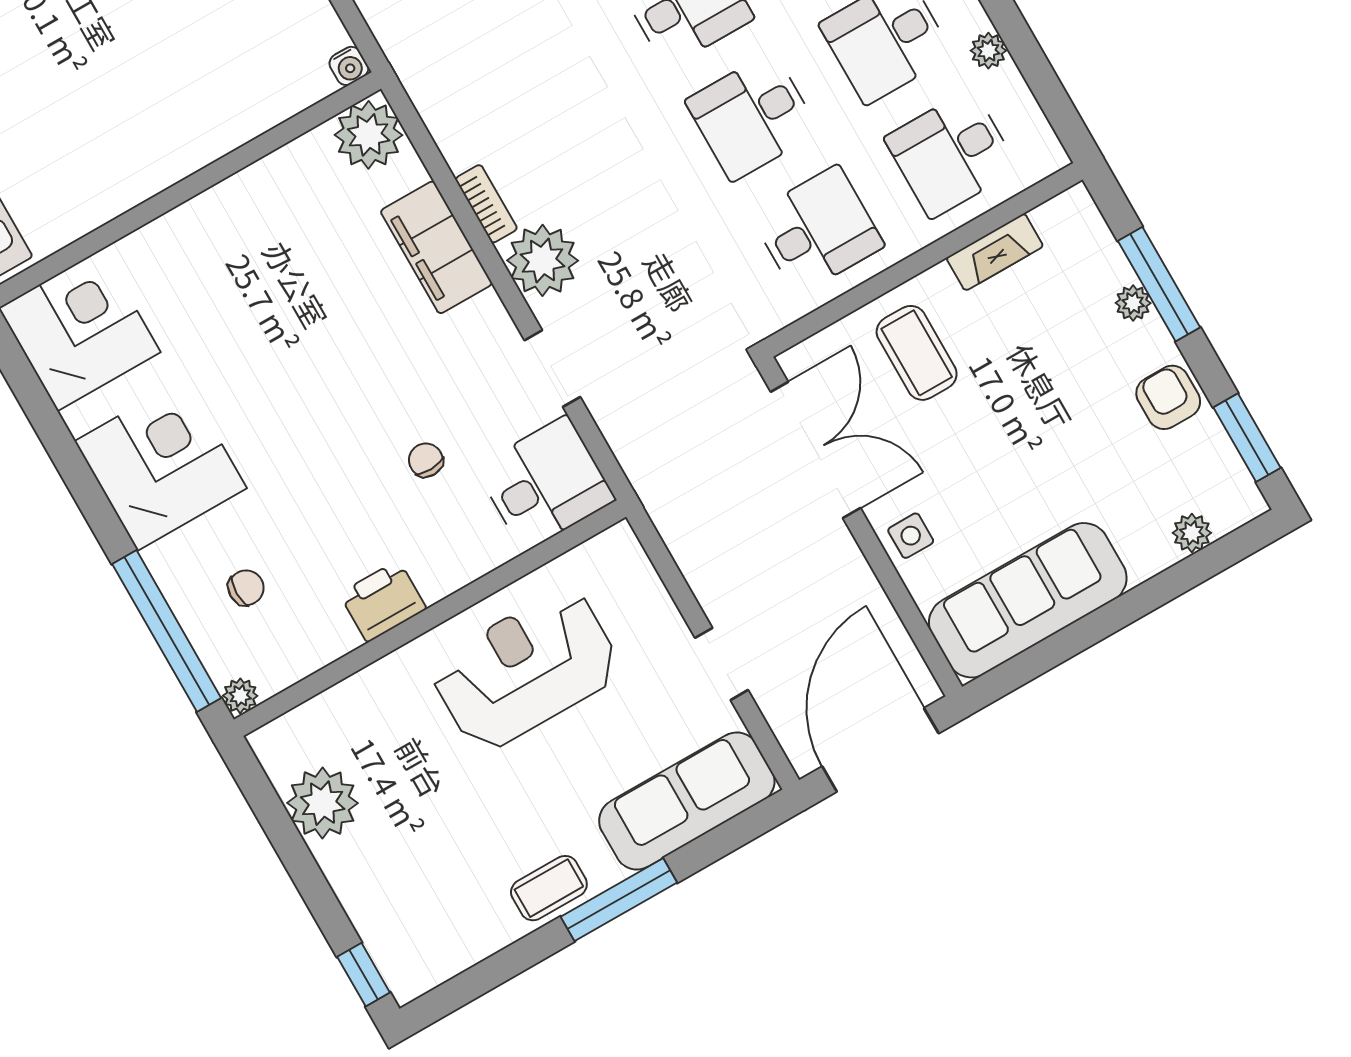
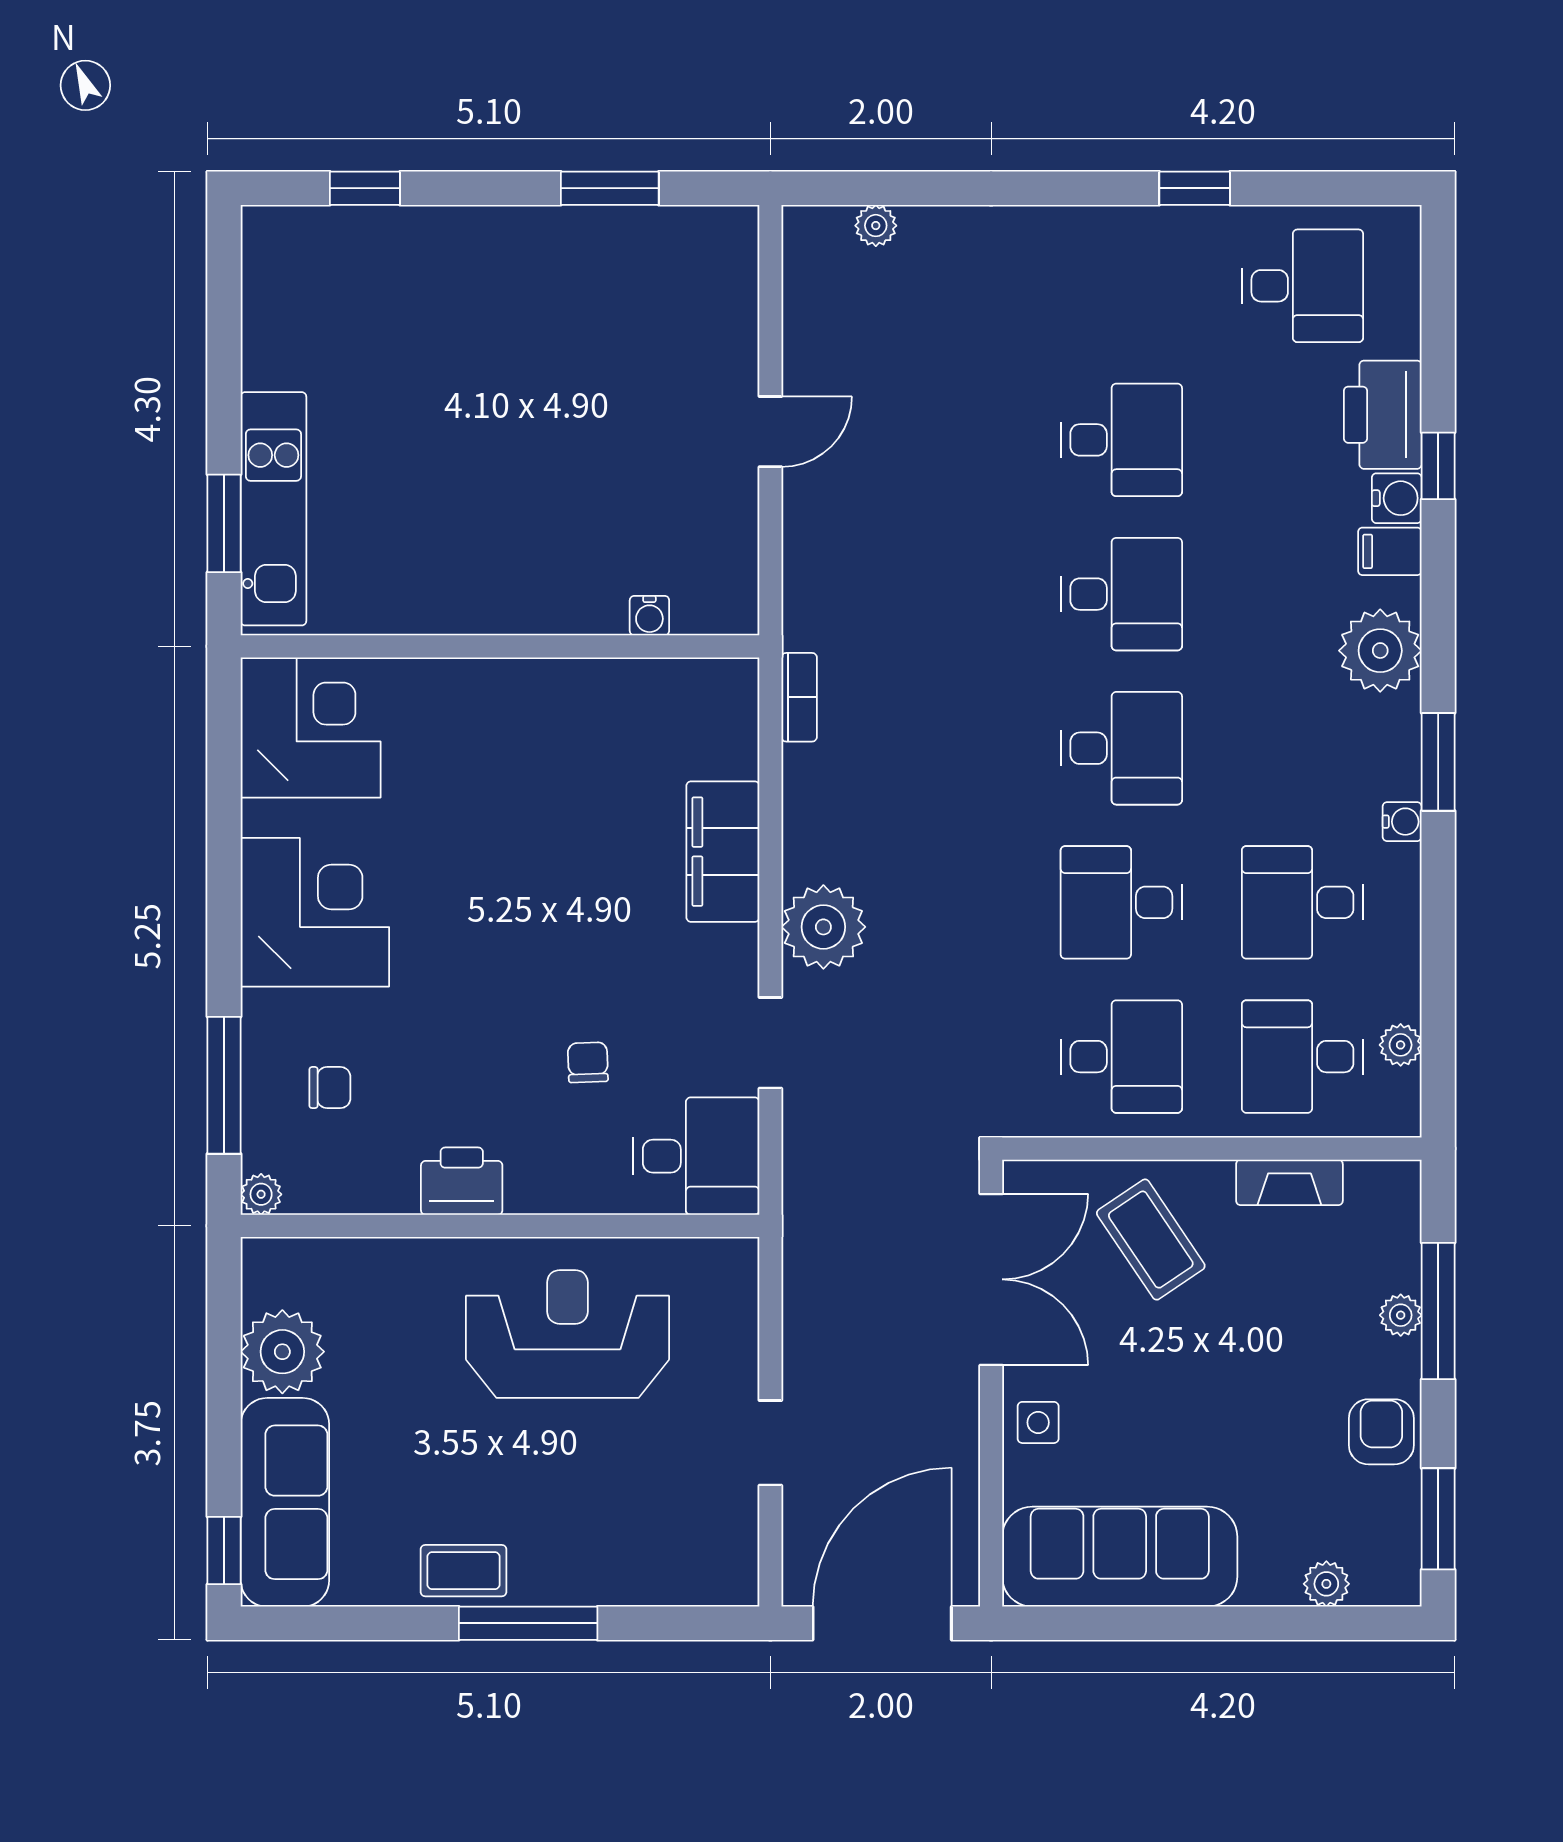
plant: (988, 51) -> (1401, 1045), moved
water cooler: (349, 66) -> (649, 616), moved
plant: (369, 135) -> (719, 697), removed
bookcase: (486, 204) -> (799, 697), moved
coffee table: (917, 353) -> (1151, 1240), turned -34
window: (167, 631) -> (224, 1085), width x0.68
sofa: (687, 801) -> (285, 1502), moved, turned 90

